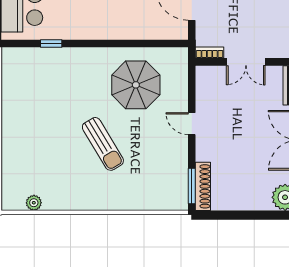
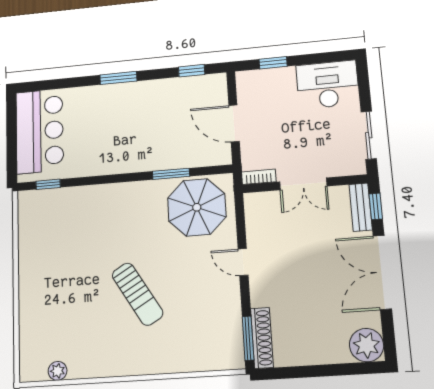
window: (51, 44) -> (48, 184), moved
window: (136, 44) -> (171, 174), added
parasol: (136, 85) -> (197, 207), moved

